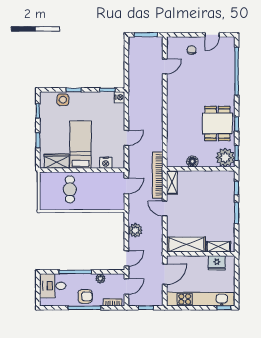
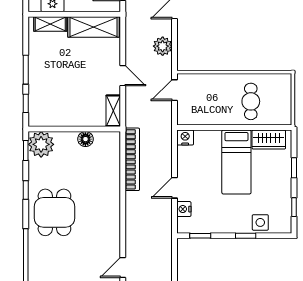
nightstand: (119, 97) -> (184, 209), moved
dining table: (217, 124) -> (54, 212), moved
door: (126, 138) -> (174, 188), moved
nightstand: (106, 163) -> (185, 137), moved
bookcase: (158, 175) -> (132, 159), moved
door: (126, 186) -> (174, 90), moved

